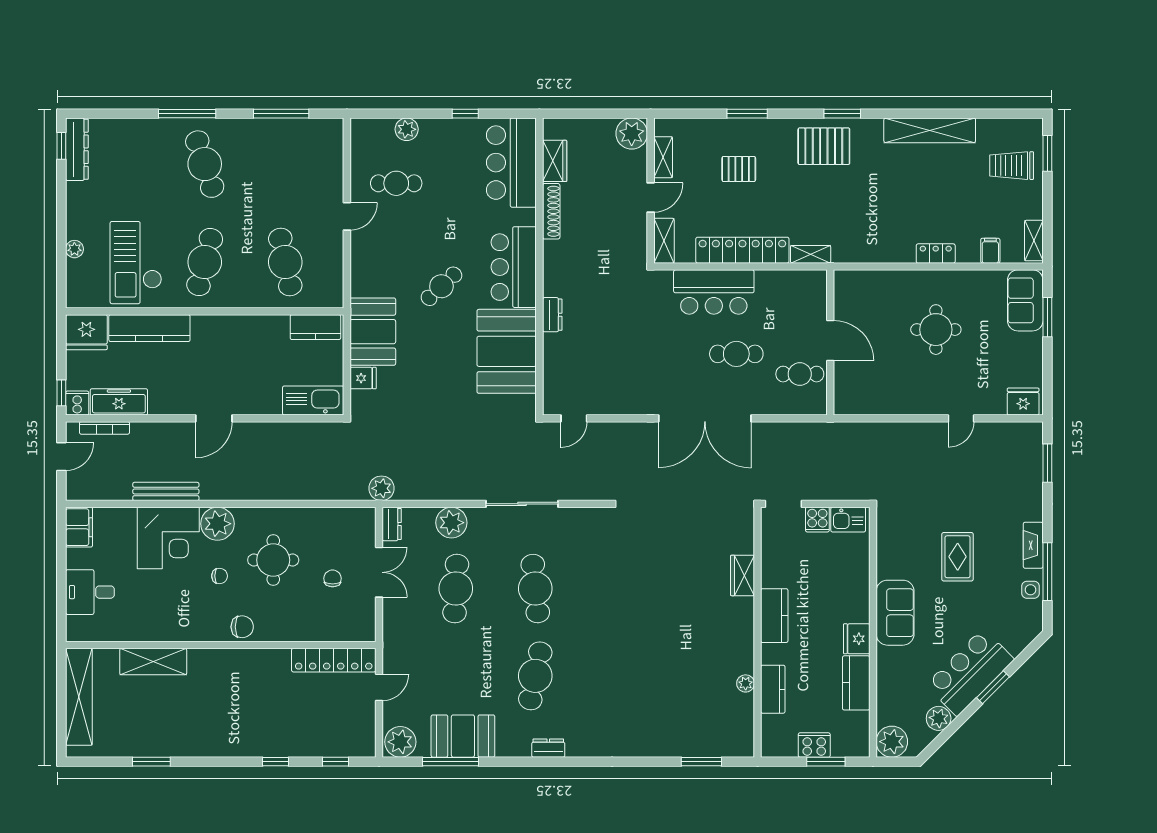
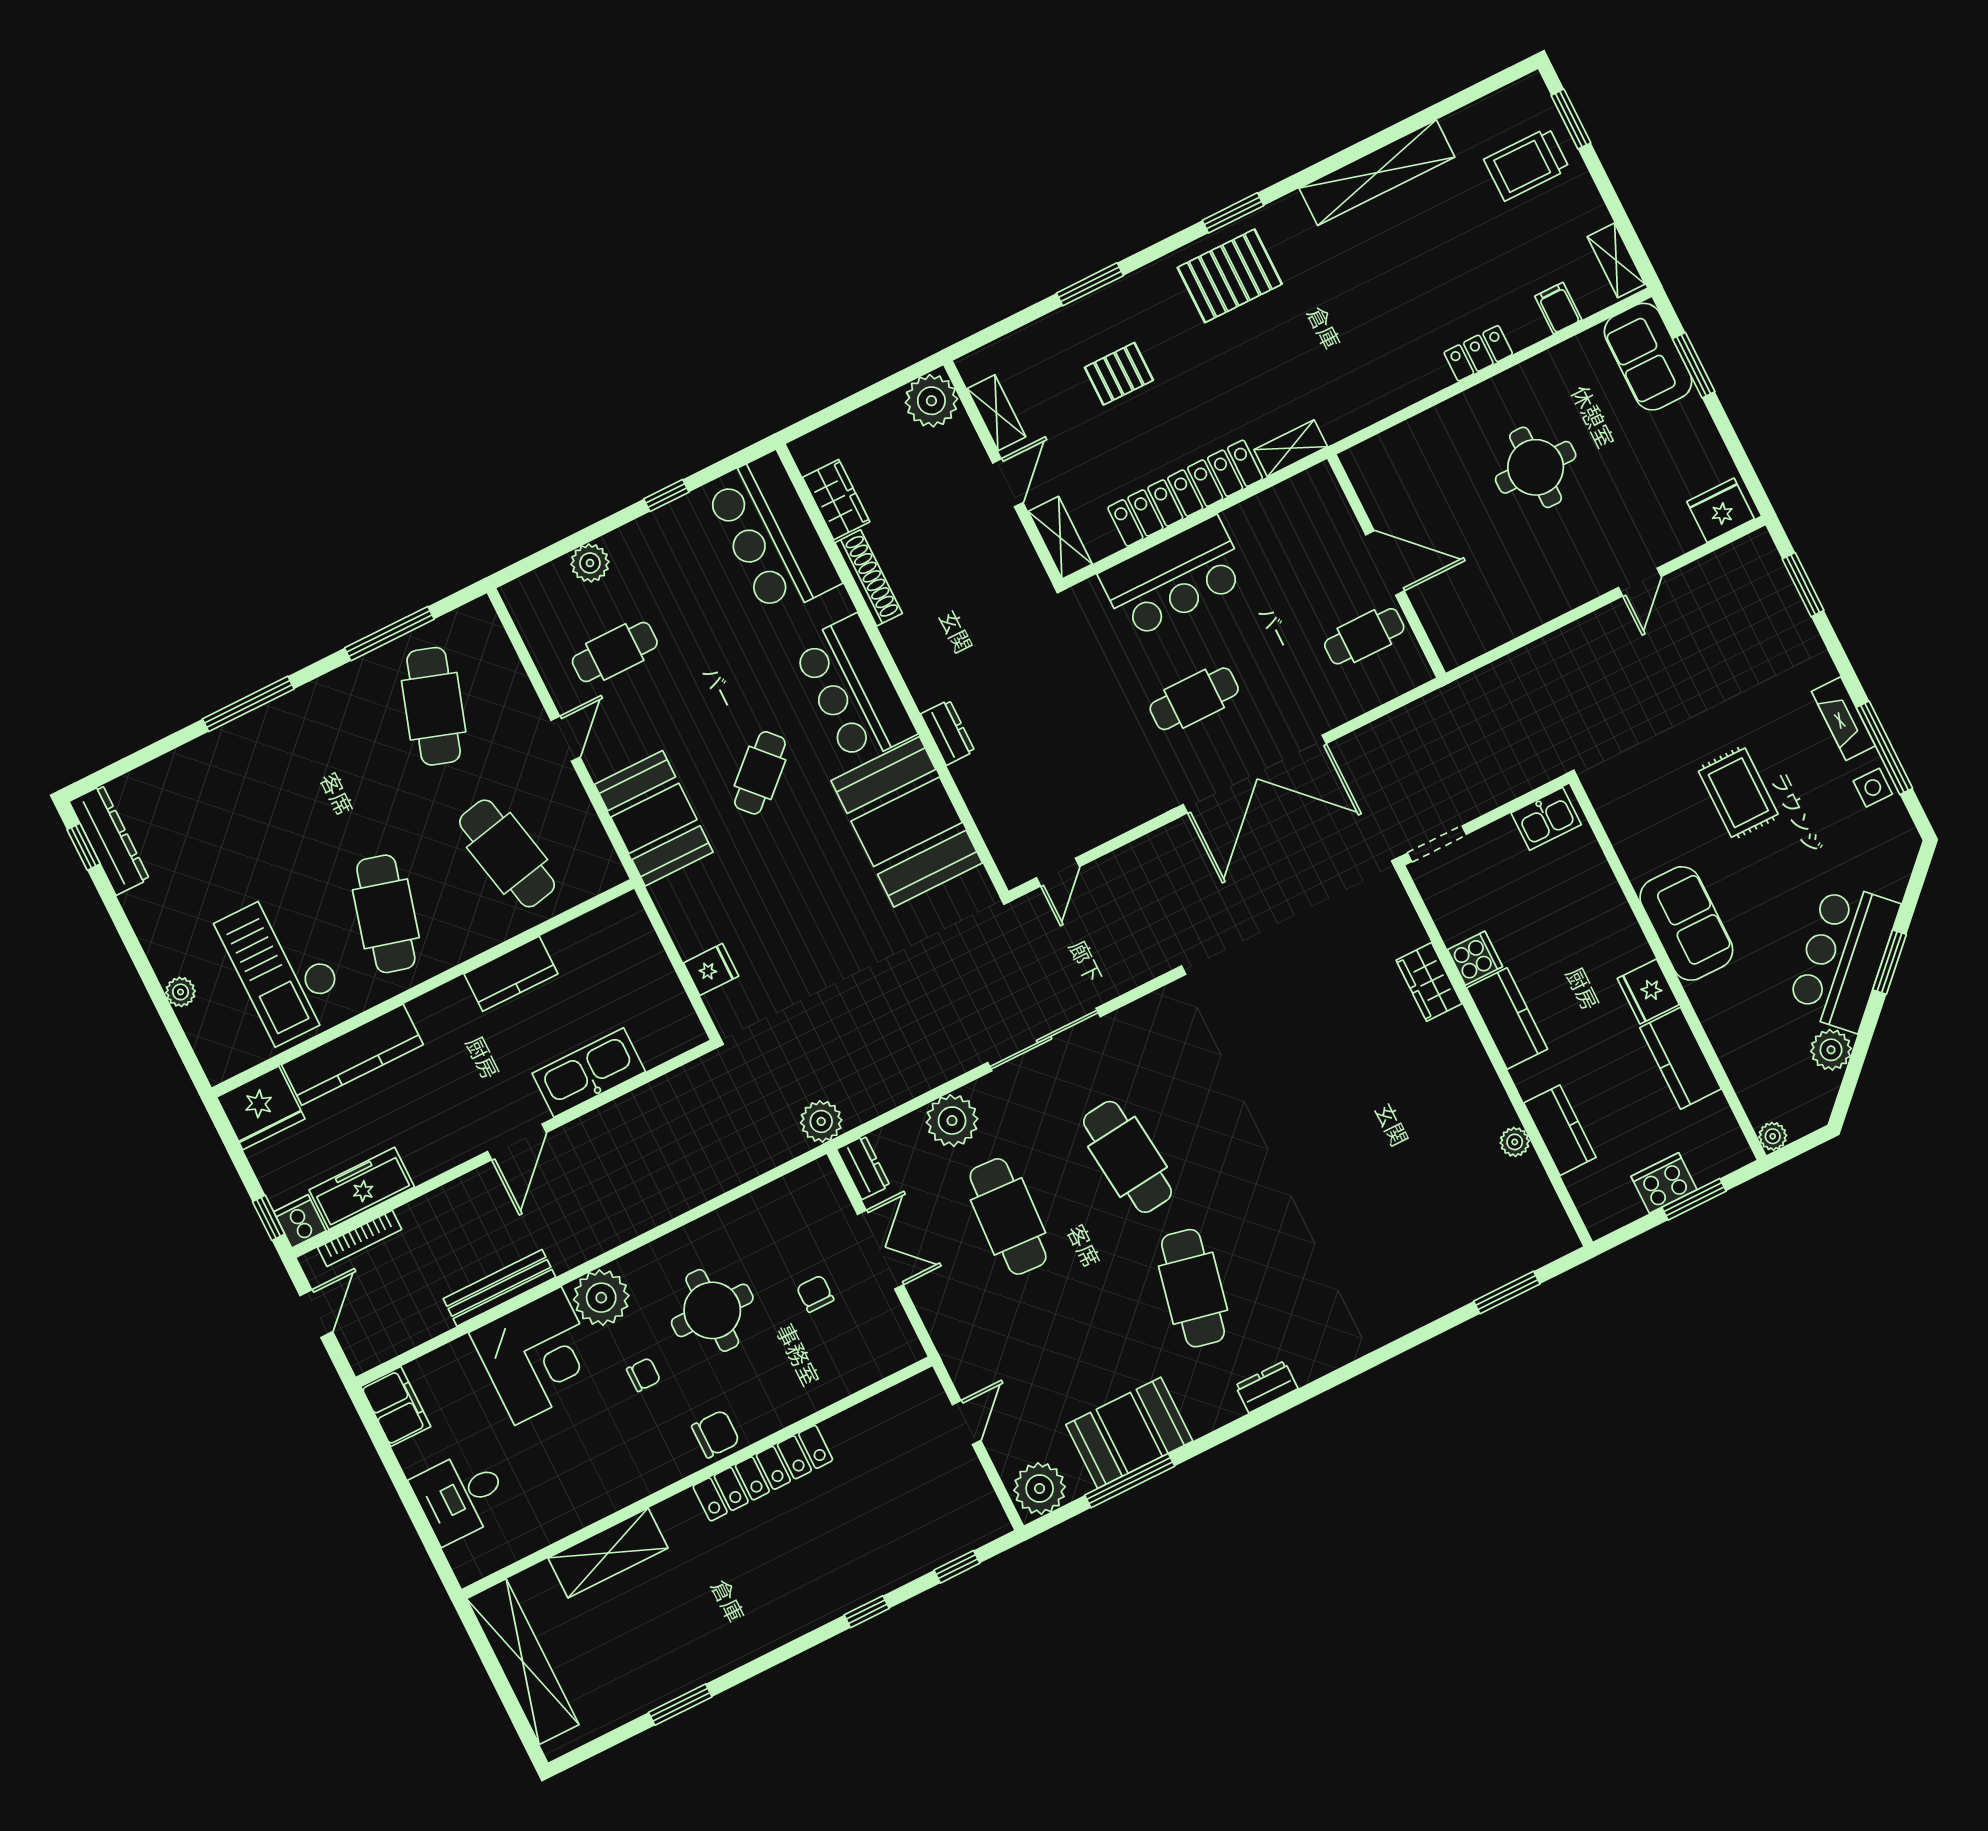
cafe table: (205, 164) -> (434, 706), moved, turned 36
kitchen counter: (315, 327) -> (511, 974), moved
booth: (373, 332) -> (654, 818), moved
cafe table: (736, 354) -> (1194, 699), moved
kitchen sink: (313, 400) -> (589, 1073), moved
cooker: (817, 520) -> (1475, 958), moved, turned -90
locker: (334, 660) -> (763, 1473), moved
plant: (892, 742) -> (1773, 1136), width x0.53, depth x0.53

